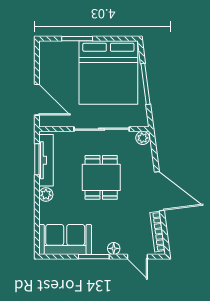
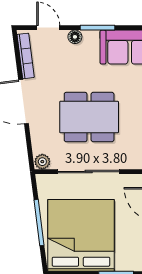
dining table: (101, 177) -> (89, 117), width x1.38

